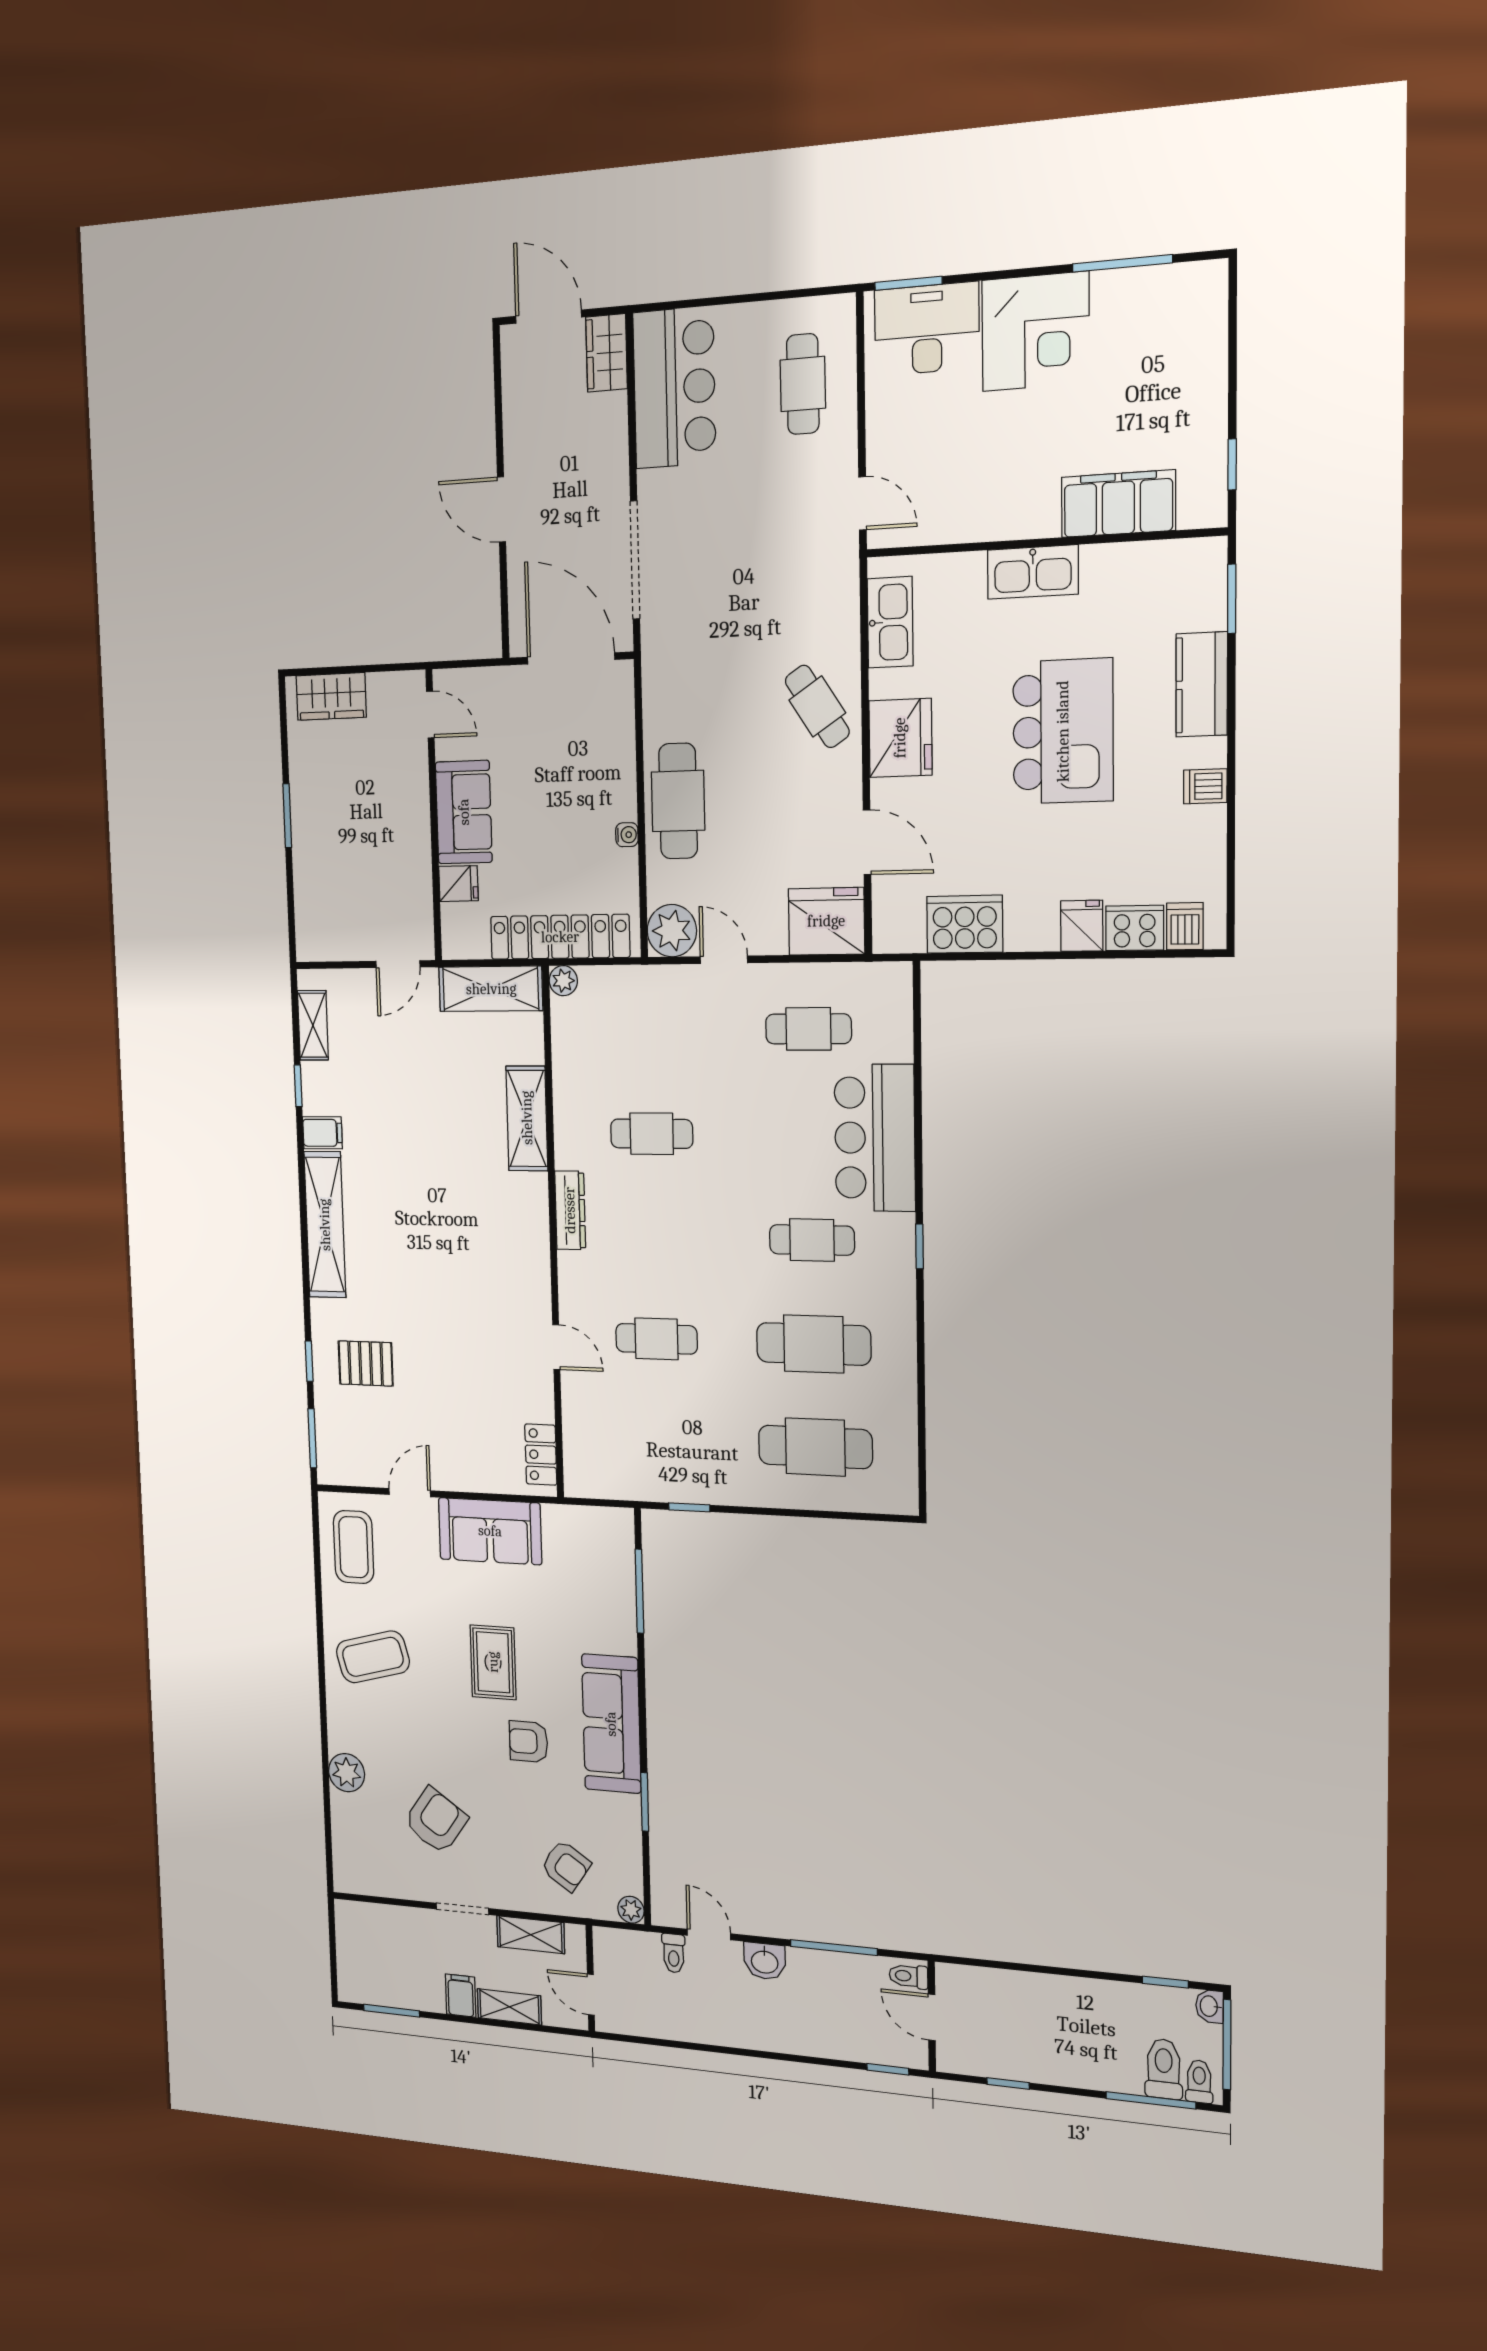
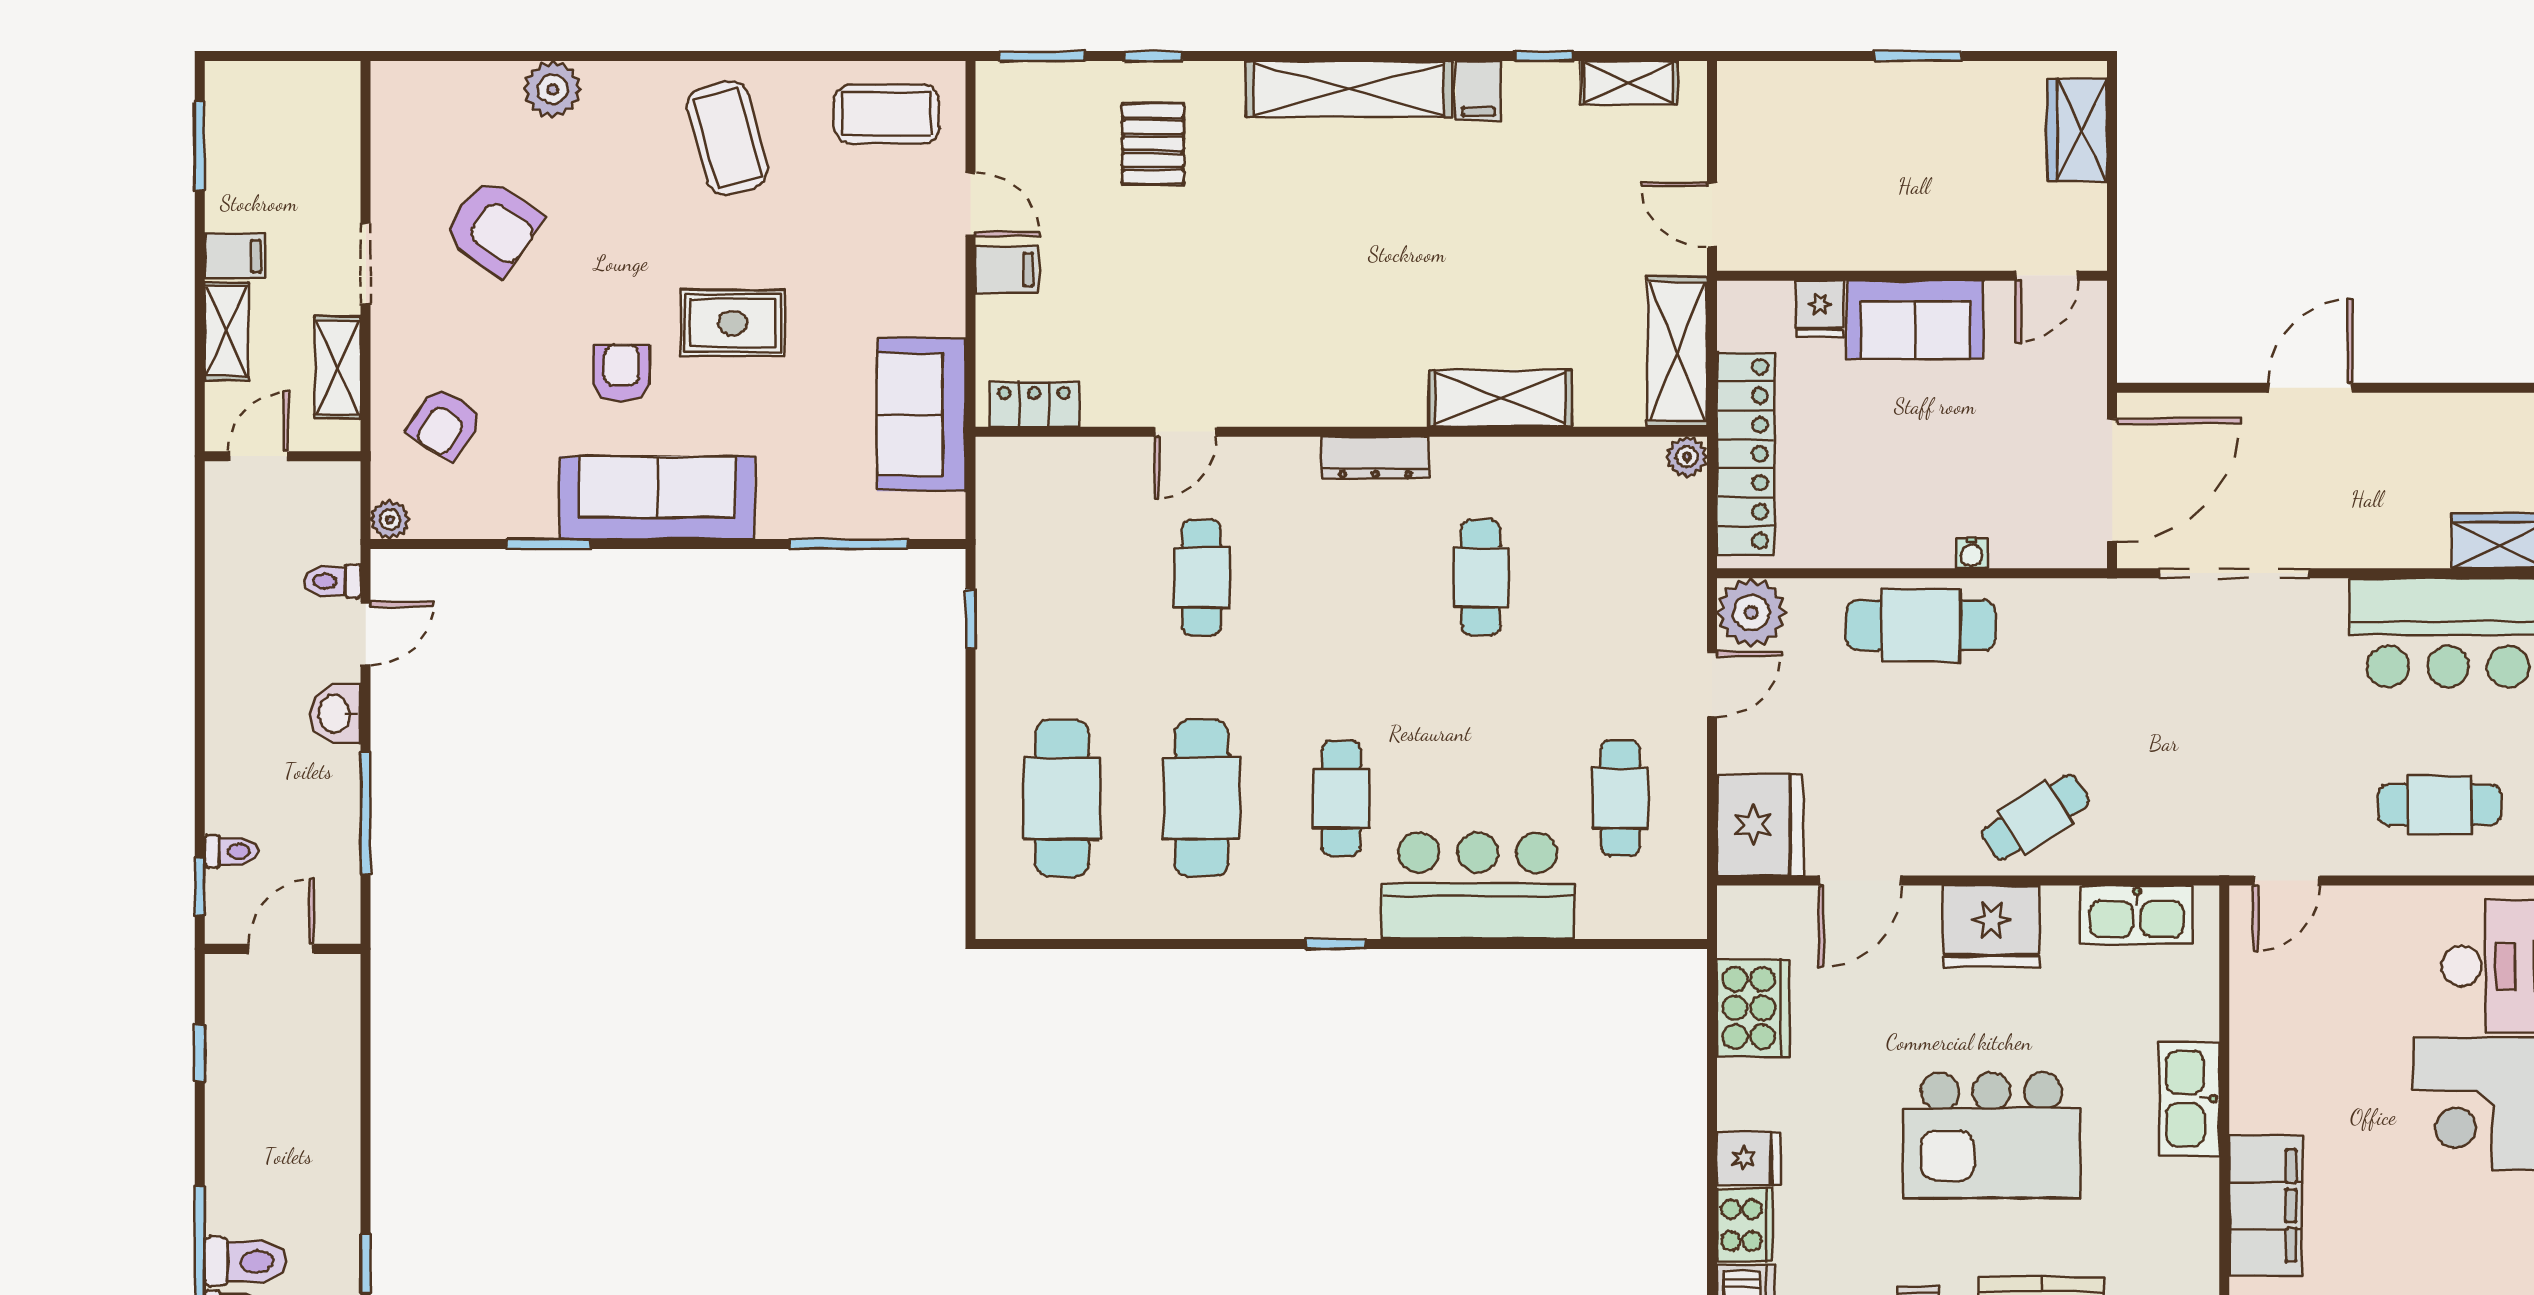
water cooler: (627, 835) -> (1972, 553), moved
filing cabinet: (452, 1470) -> (1007, 270), added
sofa: (490, 1531) -> (921, 415), moved
toilet: (908, 1976) -> (231, 851), moved, turned 90

